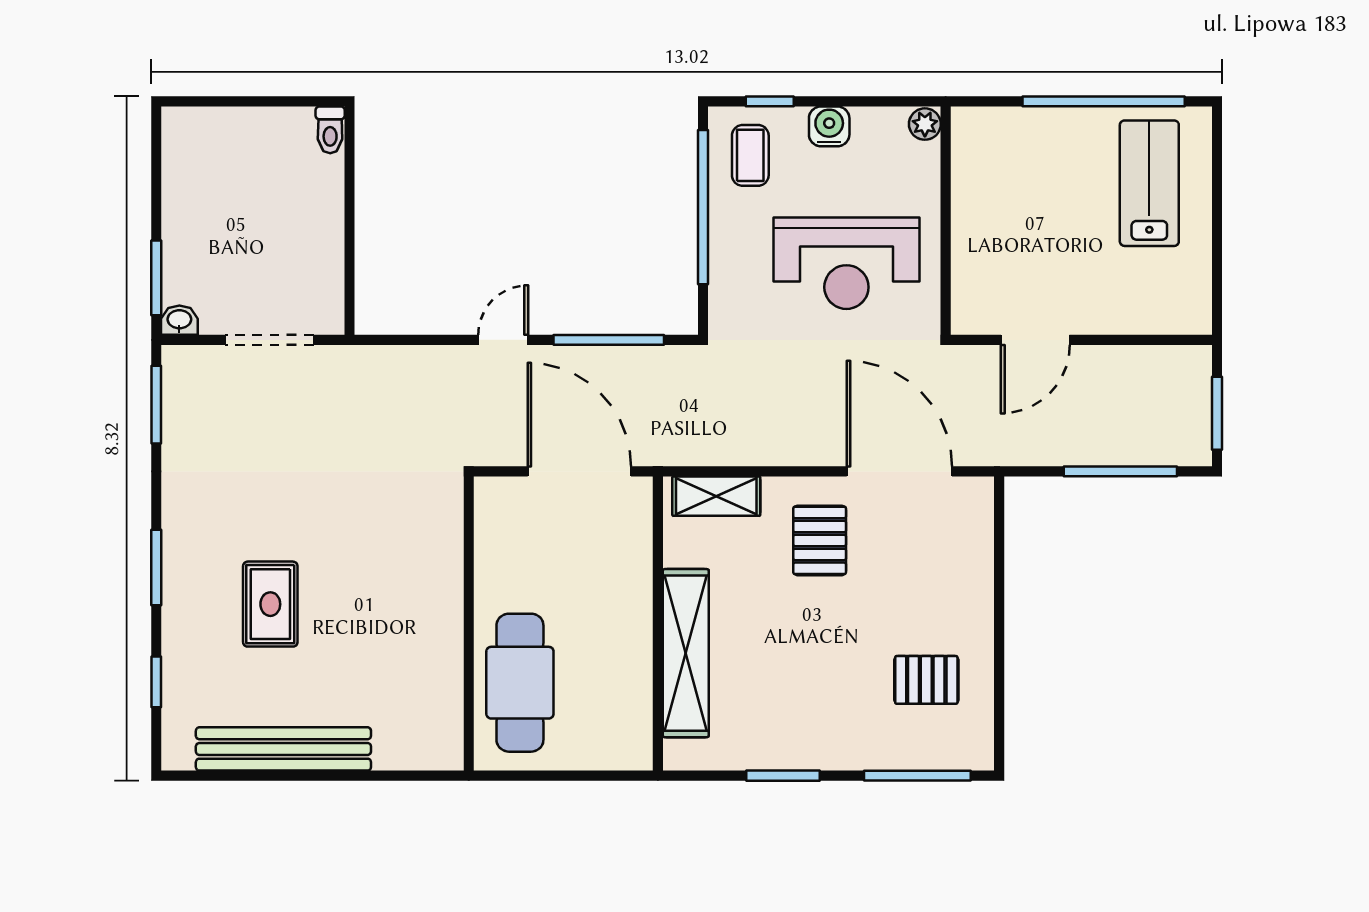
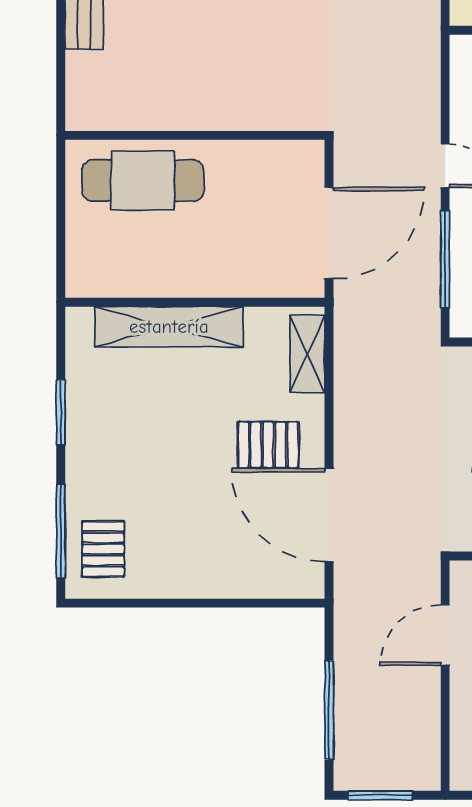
door: (1035, 340) -> (445, 635), hinge flipped
door: (899, 471) -> (329, 515), swing flipped
pallet: (926, 680) -> (103, 549), moved

